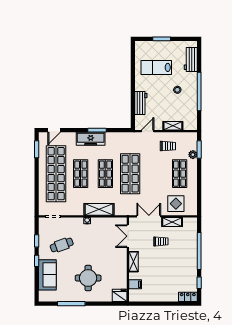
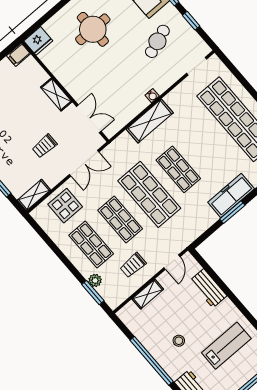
shop shelf: (81, 174) -> (120, 219), moved
shelving: (172, 222) -> (34, 195), moved
filing cabinet: (135, 284) -> (19, 55), moved

